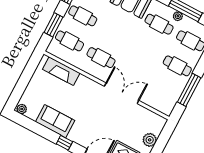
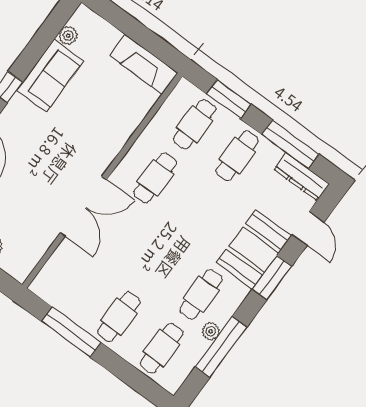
fireplace: (61, 71) -> (144, 64), moved, turned -90
plant: (22, 109) -> (68, 36), moved

